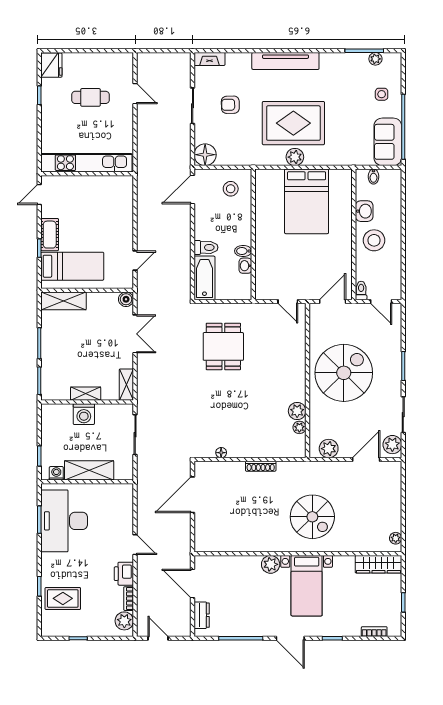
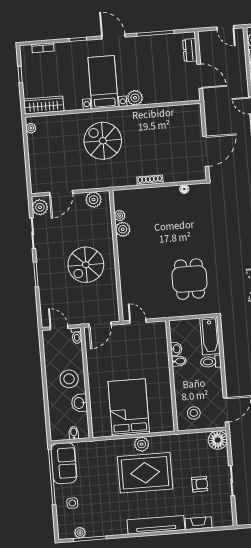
fireplace: (210, 59) -> (199, 523), moved
spiral stairs: (344, 373) -> (86, 265), width x0.73, depth x0.73

